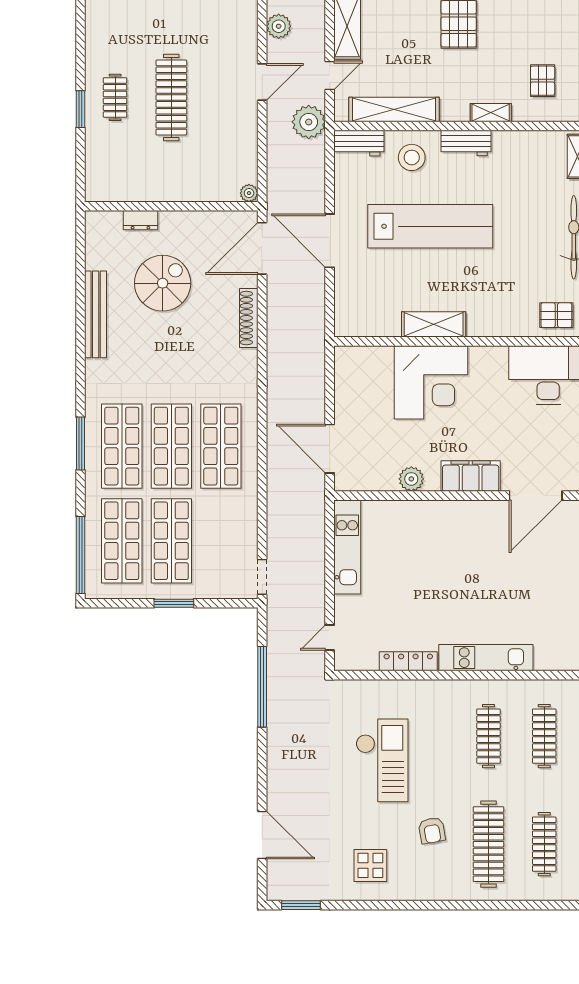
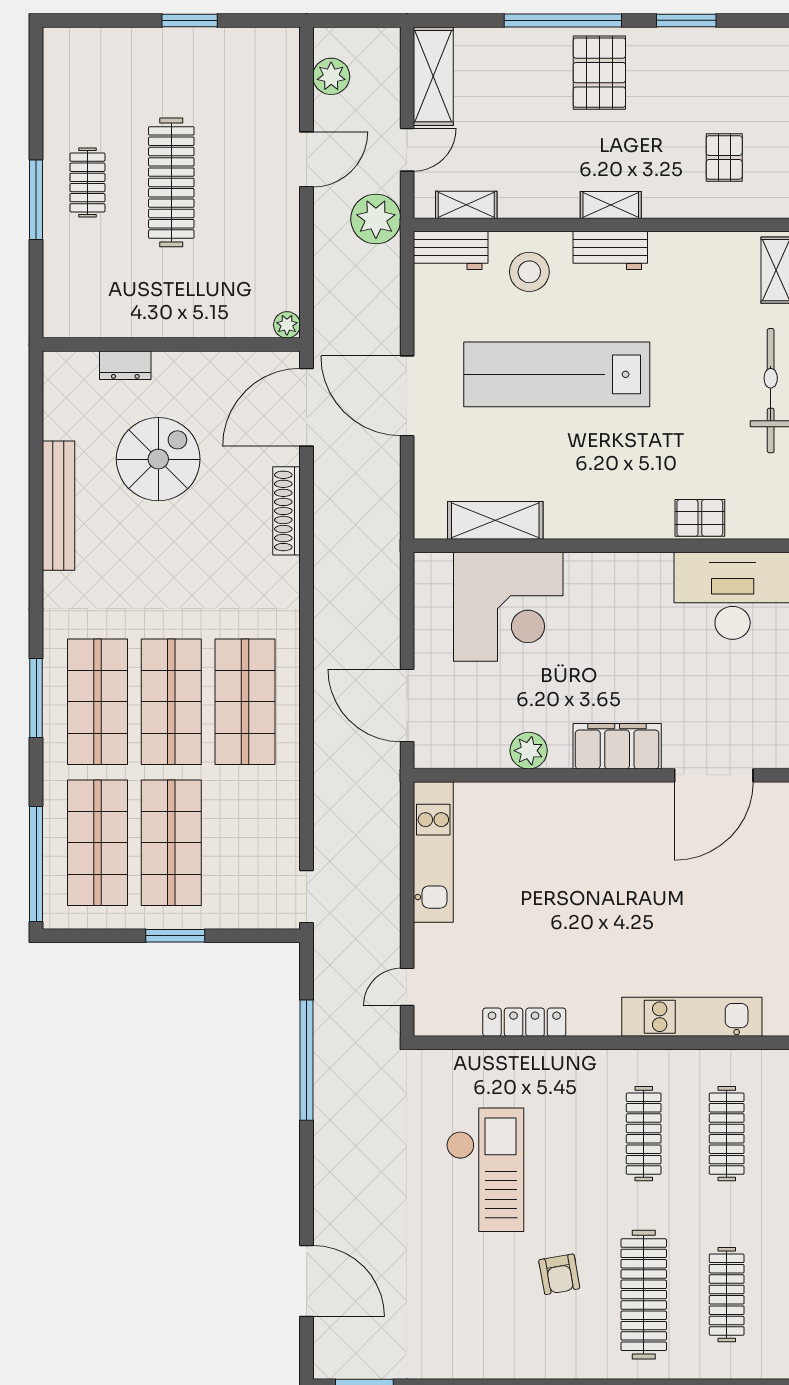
window: (81, 109) -> (36, 200), width x1.44
shelving: (394, 109) -> (466, 205), width x0.45, depth x0.75
shelving: (491, 113) -> (611, 205), moved
lab bench: (430, 226) -> (557, 374), turned 180
pallet: (556, 315) -> (700, 518), moved
shelving: (434, 324) -> (495, 520), moved
corner desk: (431, 382) -> (508, 607), moved
kitchen unit: (486, 658) -> (692, 1017), moved
display table: (370, 865) -> (468, 1326), removed

